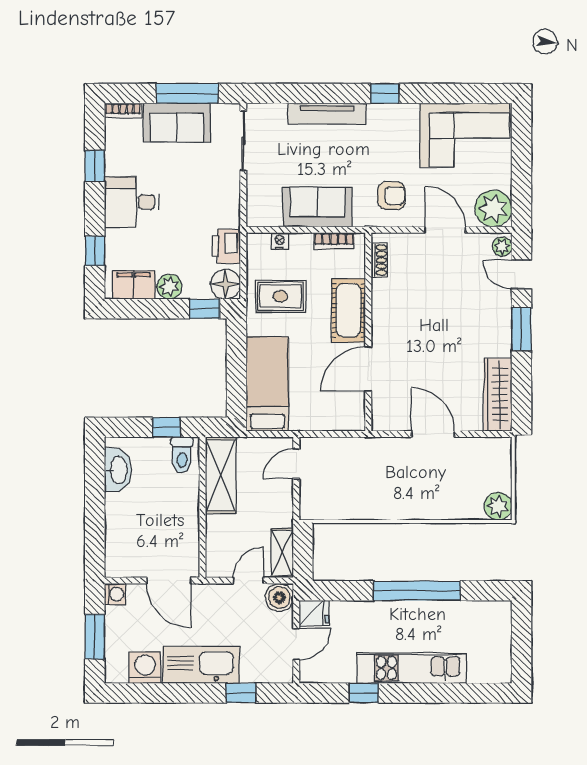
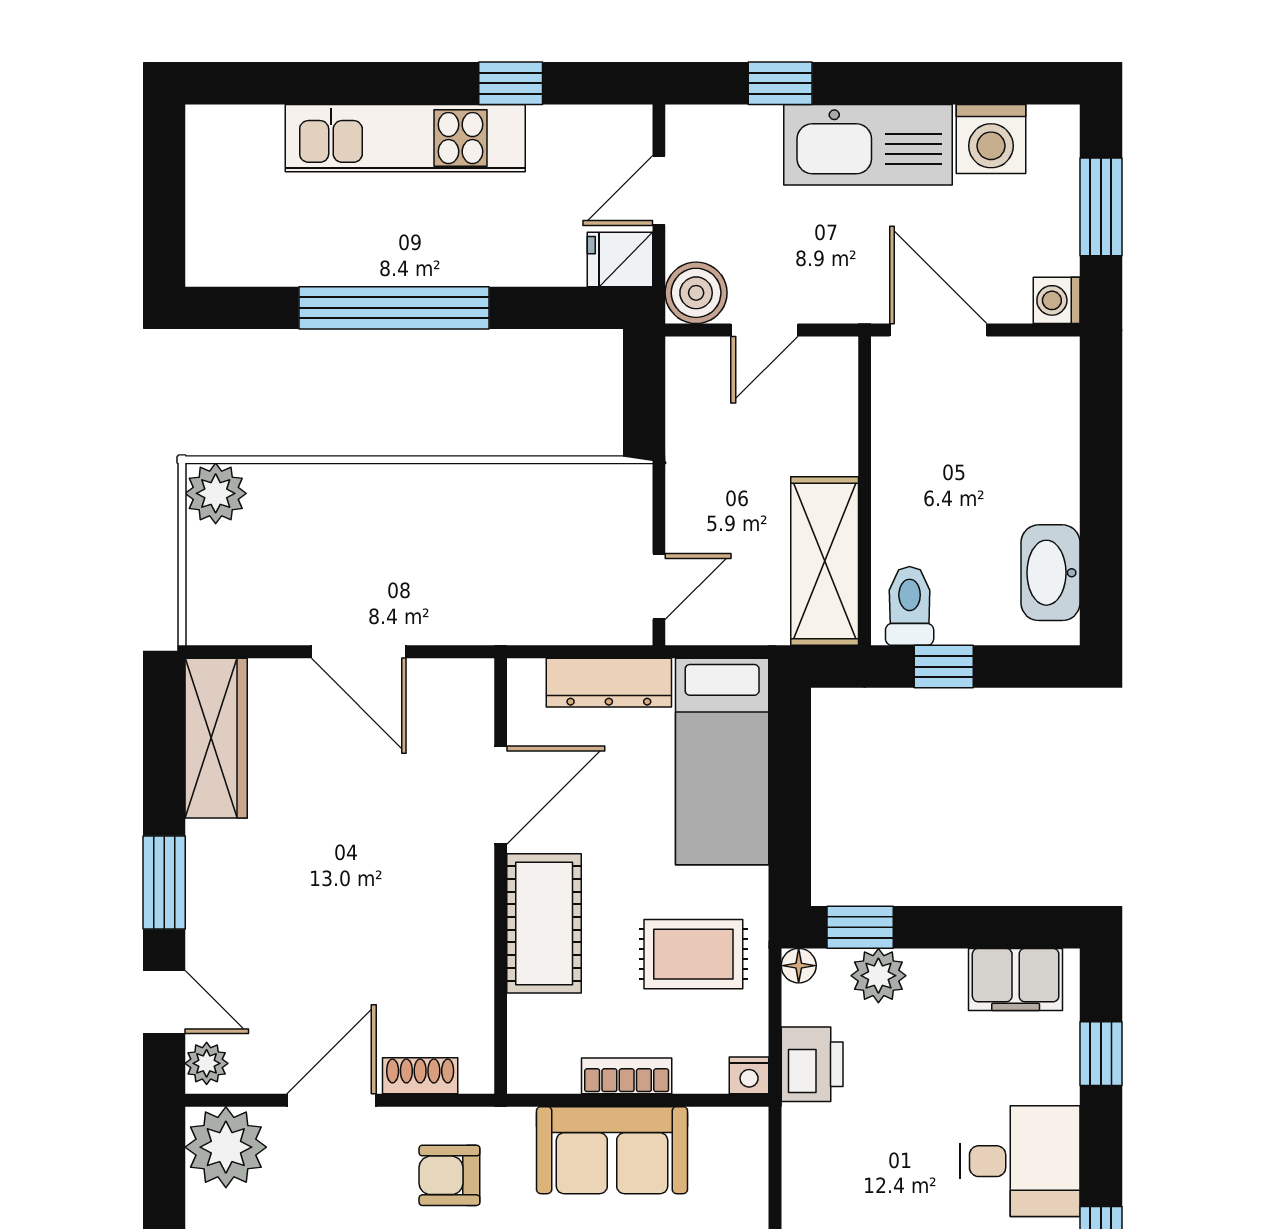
door: (445, 230) -> (332, 1100), swing flipped
nightstand: (280, 241) -> (749, 1075), moved
bookcase: (334, 241) -> (627, 1076), moved
shoe rack: (379, 260) -> (420, 1076), moved, turned 90
floor lamp: (225, 284) -> (799, 966), width x0.53, depth x0.53
plant: (169, 287) -> (878, 976), moved
dresser: (319, 420) -> (609, 683), added
shelving: (282, 553) -> (690, 390), removed

